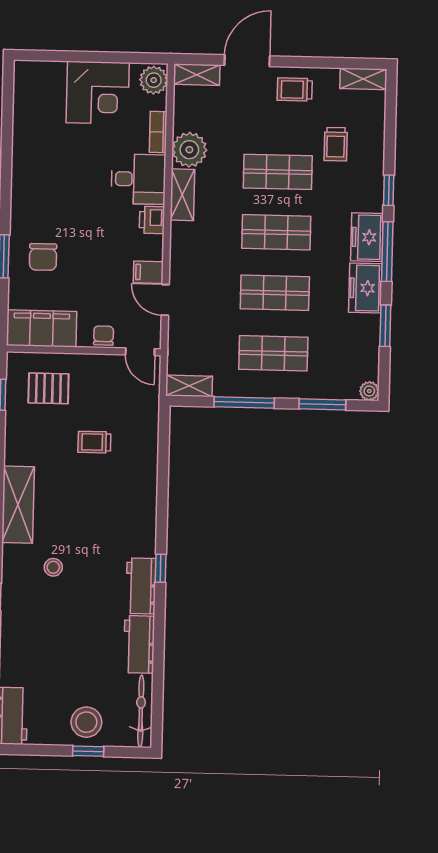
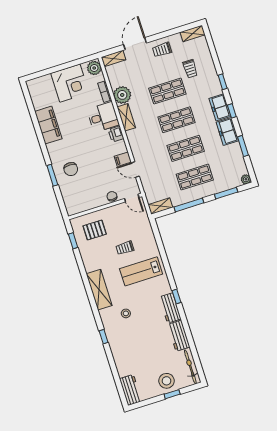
window: (387, 252) -> (232, 111), width x0.46
filing cabinet: (42, 328) -> (48, 125), moved, turned 90
lab bench: (110, 497) -> (141, 271), added

